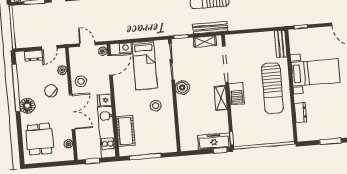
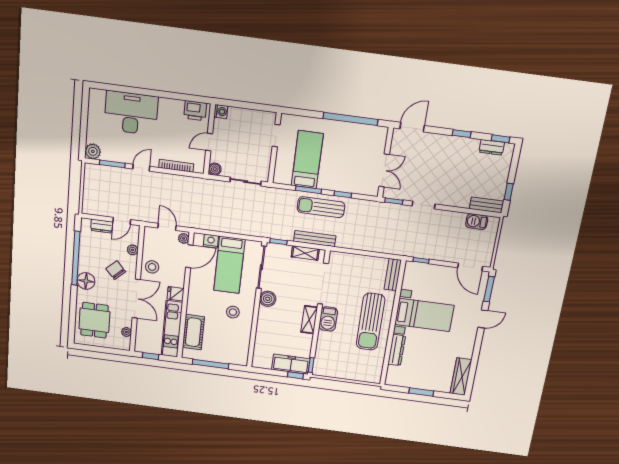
dresser: (301, 113) -> (397, 350), width x1.44

